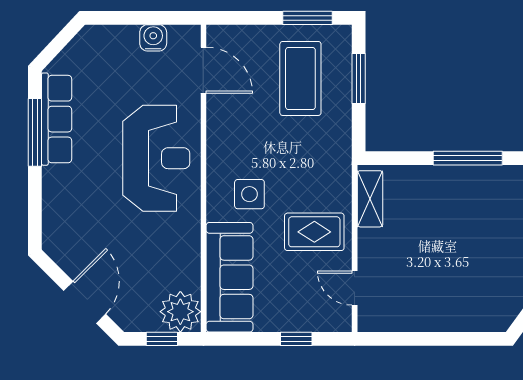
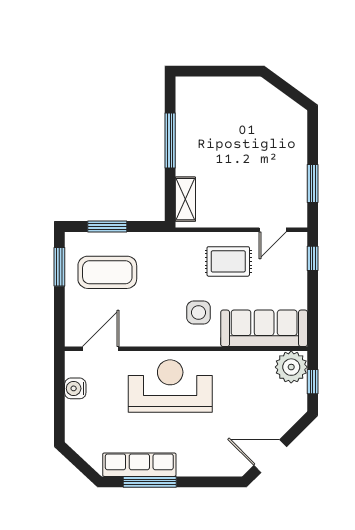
shelving: (370, 199) -> (185, 199), moved, turned 90
rug: (314, 232) -> (228, 261), turned 90
door: (85, 302) -> (270, 456), moved
window: (296, 339) -> (313, 258), moved
window: (413, 339) -> (313, 184), added

